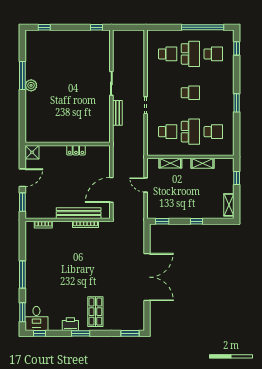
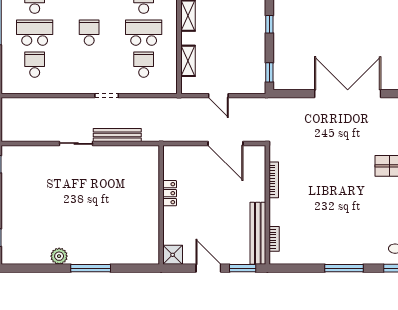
window: (22, 75) -> (91, 268), moved
plant: (31, 85) -> (59, 256), moved
bench: (117, 113) -> (117, 135), width x1.36
door: (146, 185) -> (218, 96), hinge flipped
bench: (79, 213) -> (258, 233), moved

